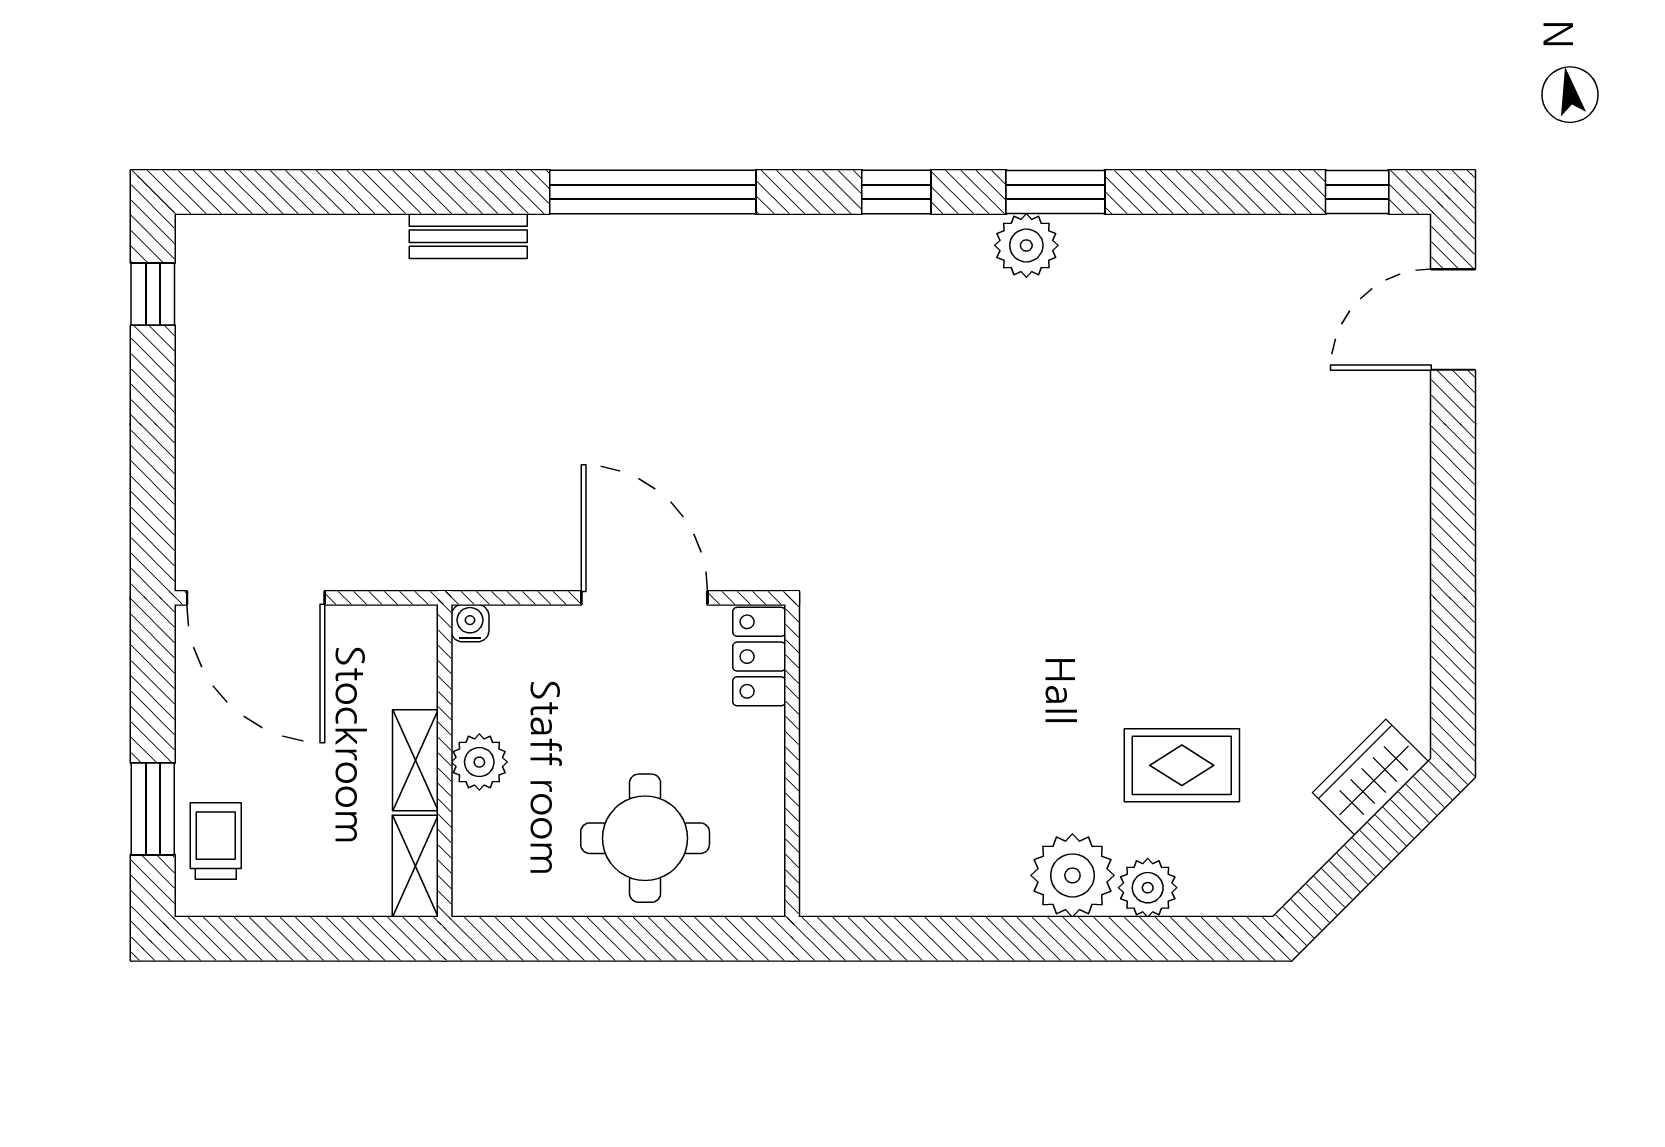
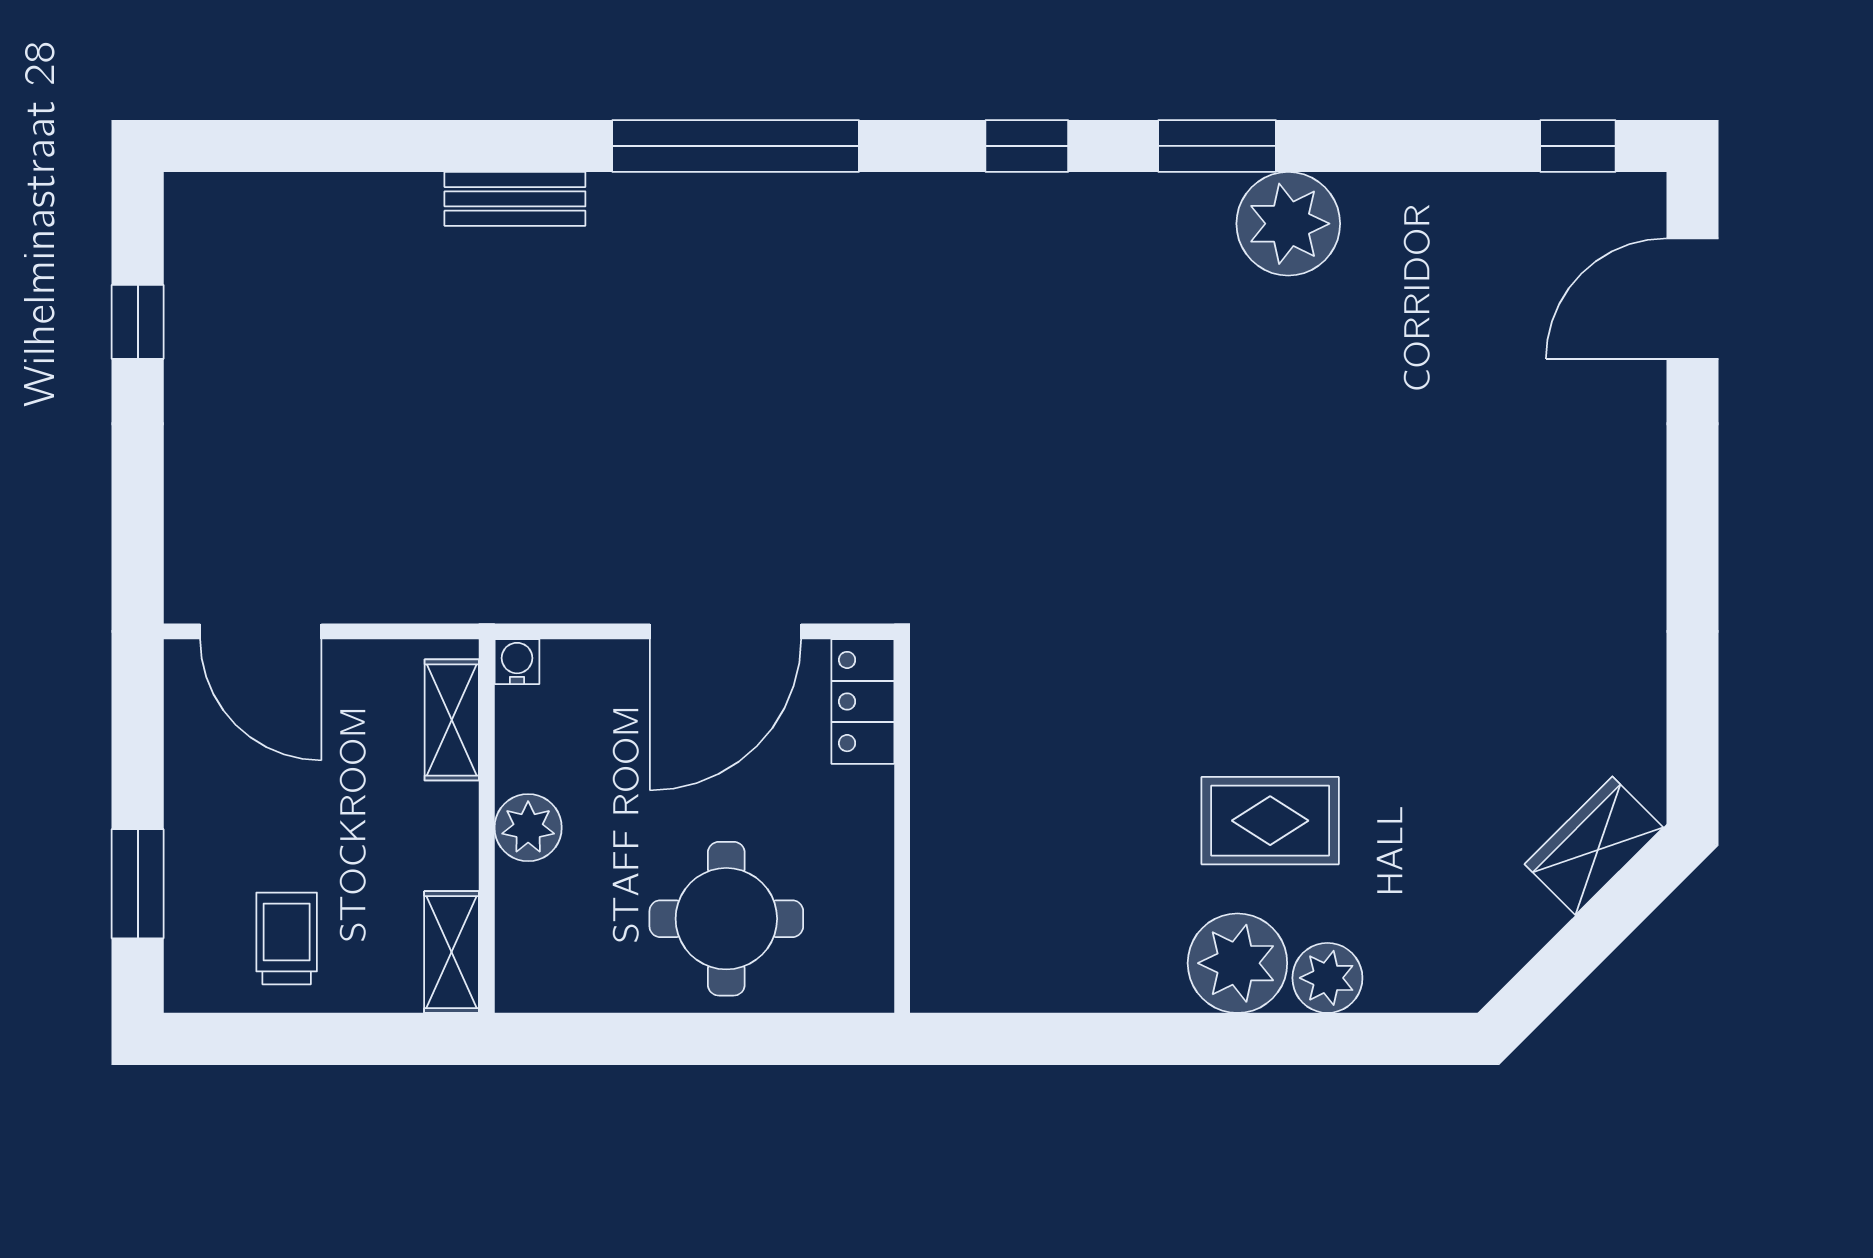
plant: (1026, 245) -> (1288, 224), moved, width x1.36, depth x1.36
window: (153, 294) -> (138, 322), moved
door: (256, 598) -> (261, 631), width x0.73
door: (644, 598) -> (726, 631), swing flipped
shelving: (415, 760) -> (452, 720), moved
rug: (1182, 765) -> (1270, 821), moved
trolley: (216, 841) -> (287, 938), moved

